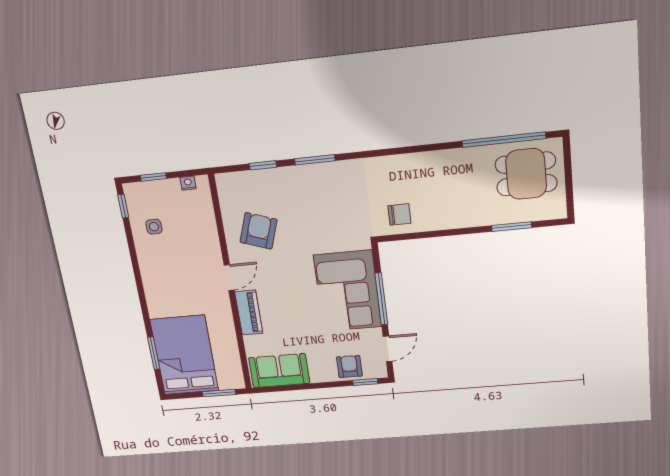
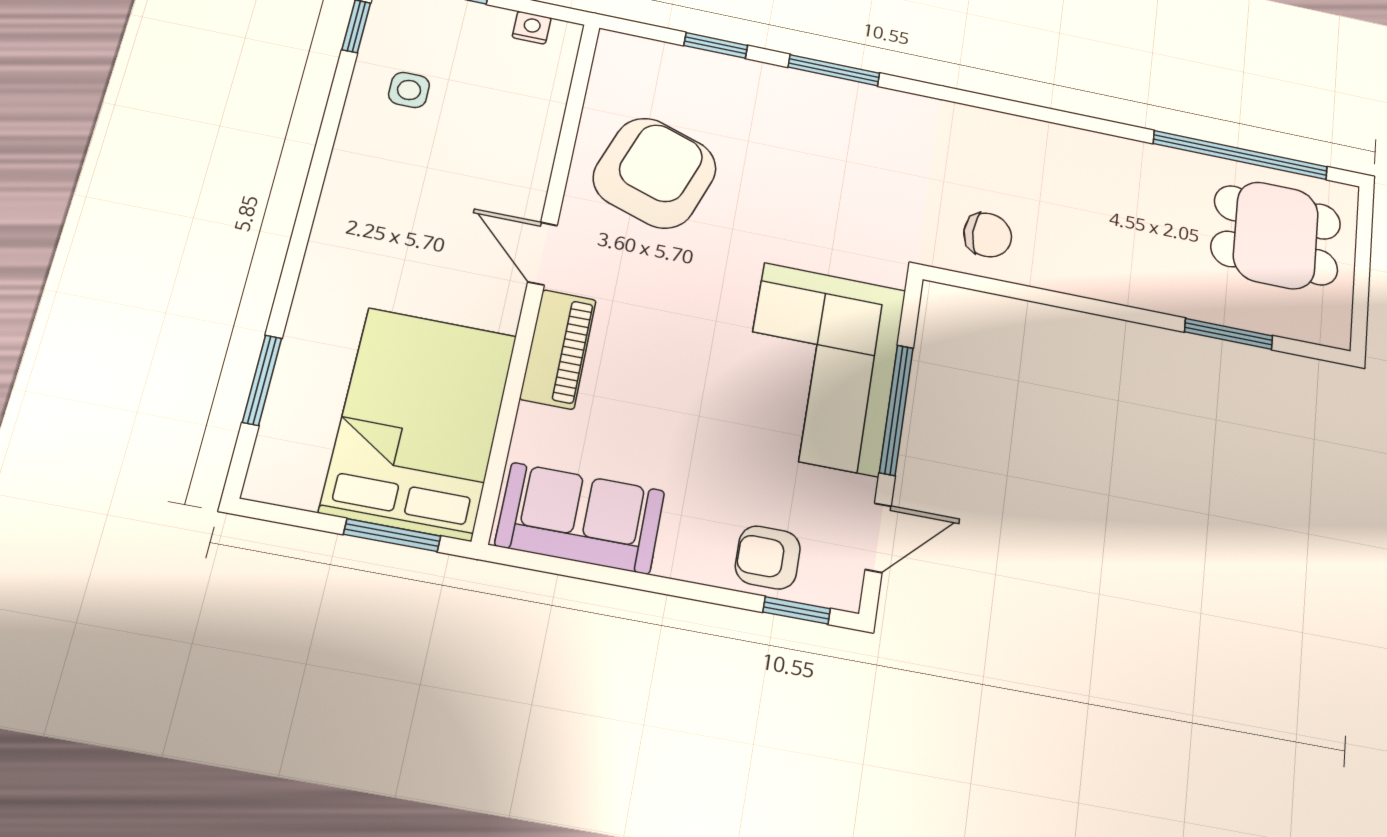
armchair: (258, 231) -> (655, 173), width x1.36, depth x1.36
door: (229, 278) -> (543, 254), swing flipped
bed: (184, 355) -> (419, 423), moved
armchair: (349, 367) -> (768, 557), turned -90

